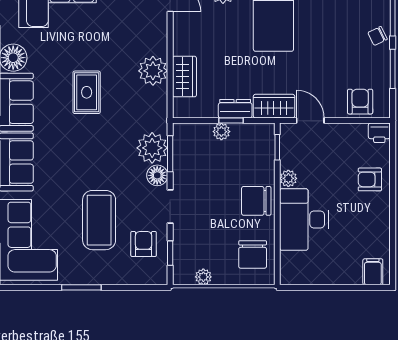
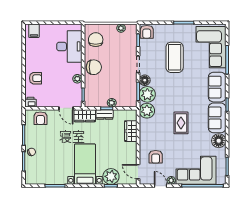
armchair: (136, 27) -> (156, 157), added
plant: (153, 71) -> (147, 111), moved
desk: (304, 220) -> (69, 46), moved
armchair: (144, 244) -> (147, 32), moved

